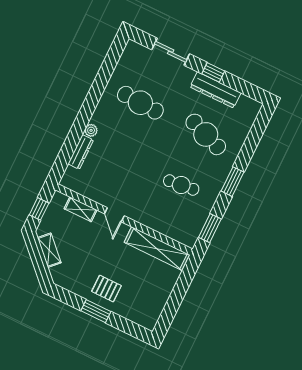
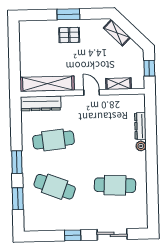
dresser: (215, 90) -> (41, 103), moved, turned 180
cafe table: (181, 185) -> (53, 140), width x1.37, depth x1.35
window: (210, 228) -> (18, 199), moved
shelving: (49, 250) -> (117, 33), moved

